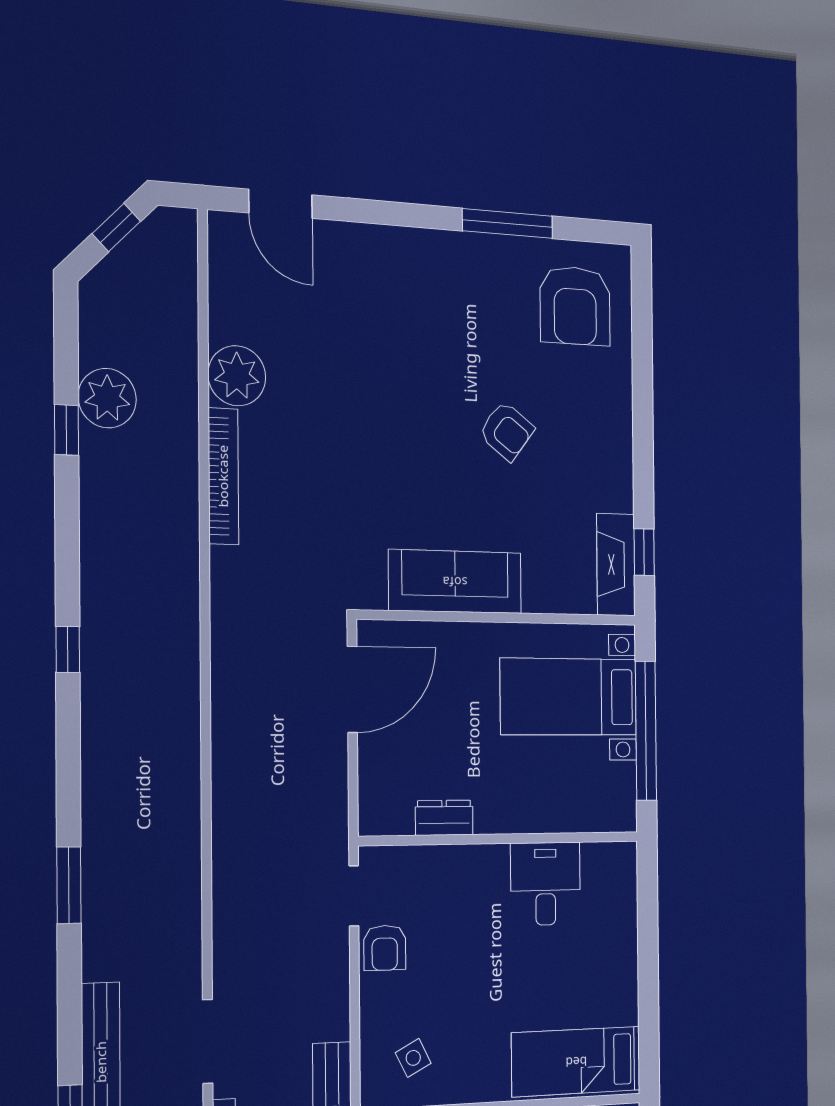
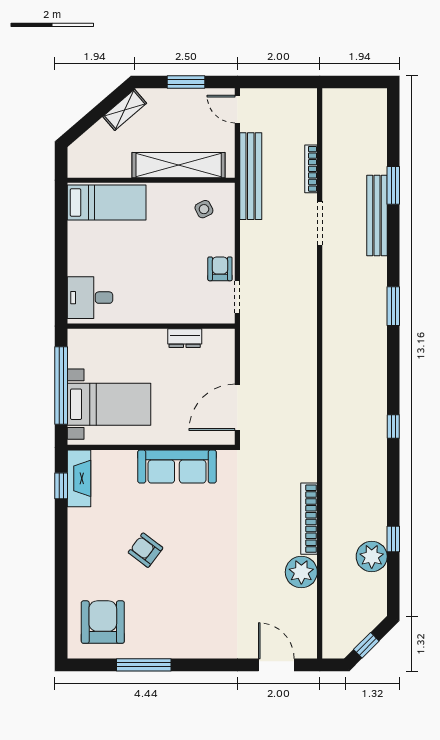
desk: (546, 884) -> (90, 298), moved, turned 90

